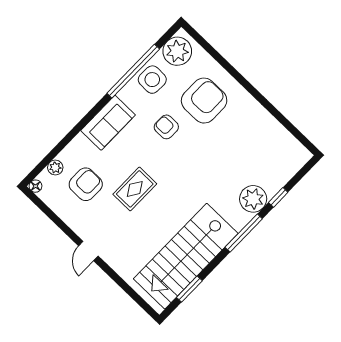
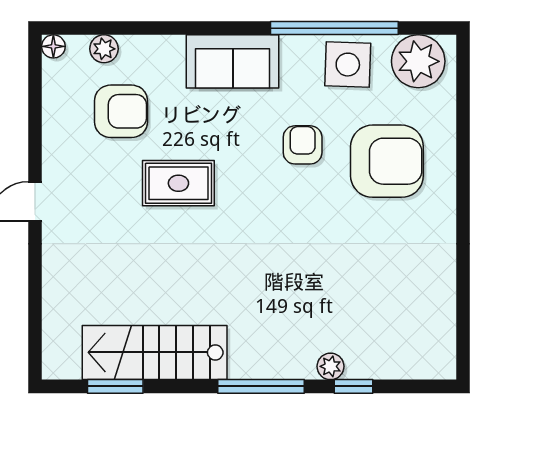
plant: (253, 199) -> (331, 366), width x0.53, depth x0.53
stairs: (186, 256) -> (155, 352), width x0.73, depth x0.66

